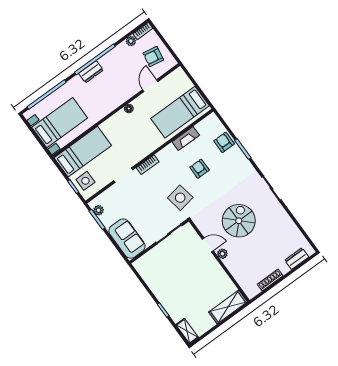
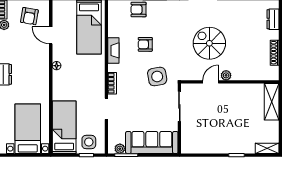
fireplace: (186, 139) -> (113, 50), moved
sofa: (127, 239) -> (152, 143), width x1.36

